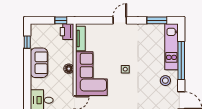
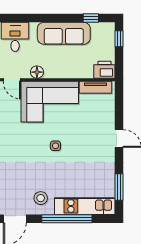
window: (61, 20) -> (119, 39), moved
sofa: (39, 63) -> (64, 33), width x1.36
floor lamp: (69, 69) -> (37, 72), moved

